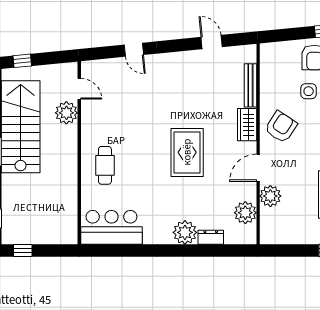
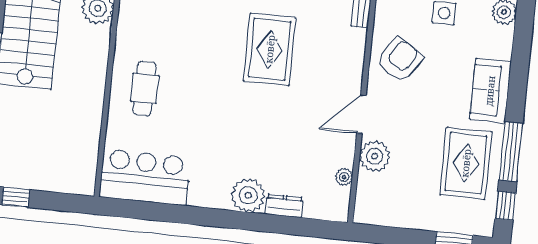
wardrobe: (247, 125) -> (352, 51), removed
rug: (187, 152) -> (270, 49), moved
plant: (245, 213) -> (344, 177), width x0.53, depth x0.53

